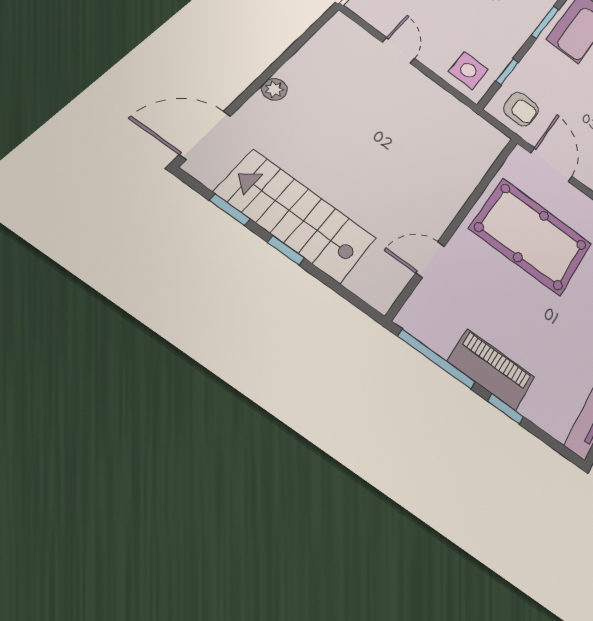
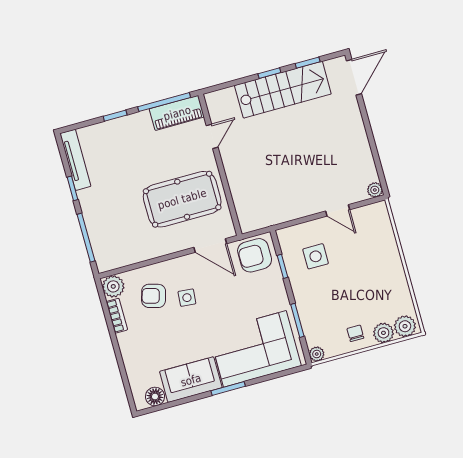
side table: (468, 70) -> (316, 256), moved
plant: (274, 89) -> (375, 190), moved
armchair: (521, 109) -> (255, 255), width x1.38, depth x1.38
piano: (491, 369) -> (177, 113), moved

